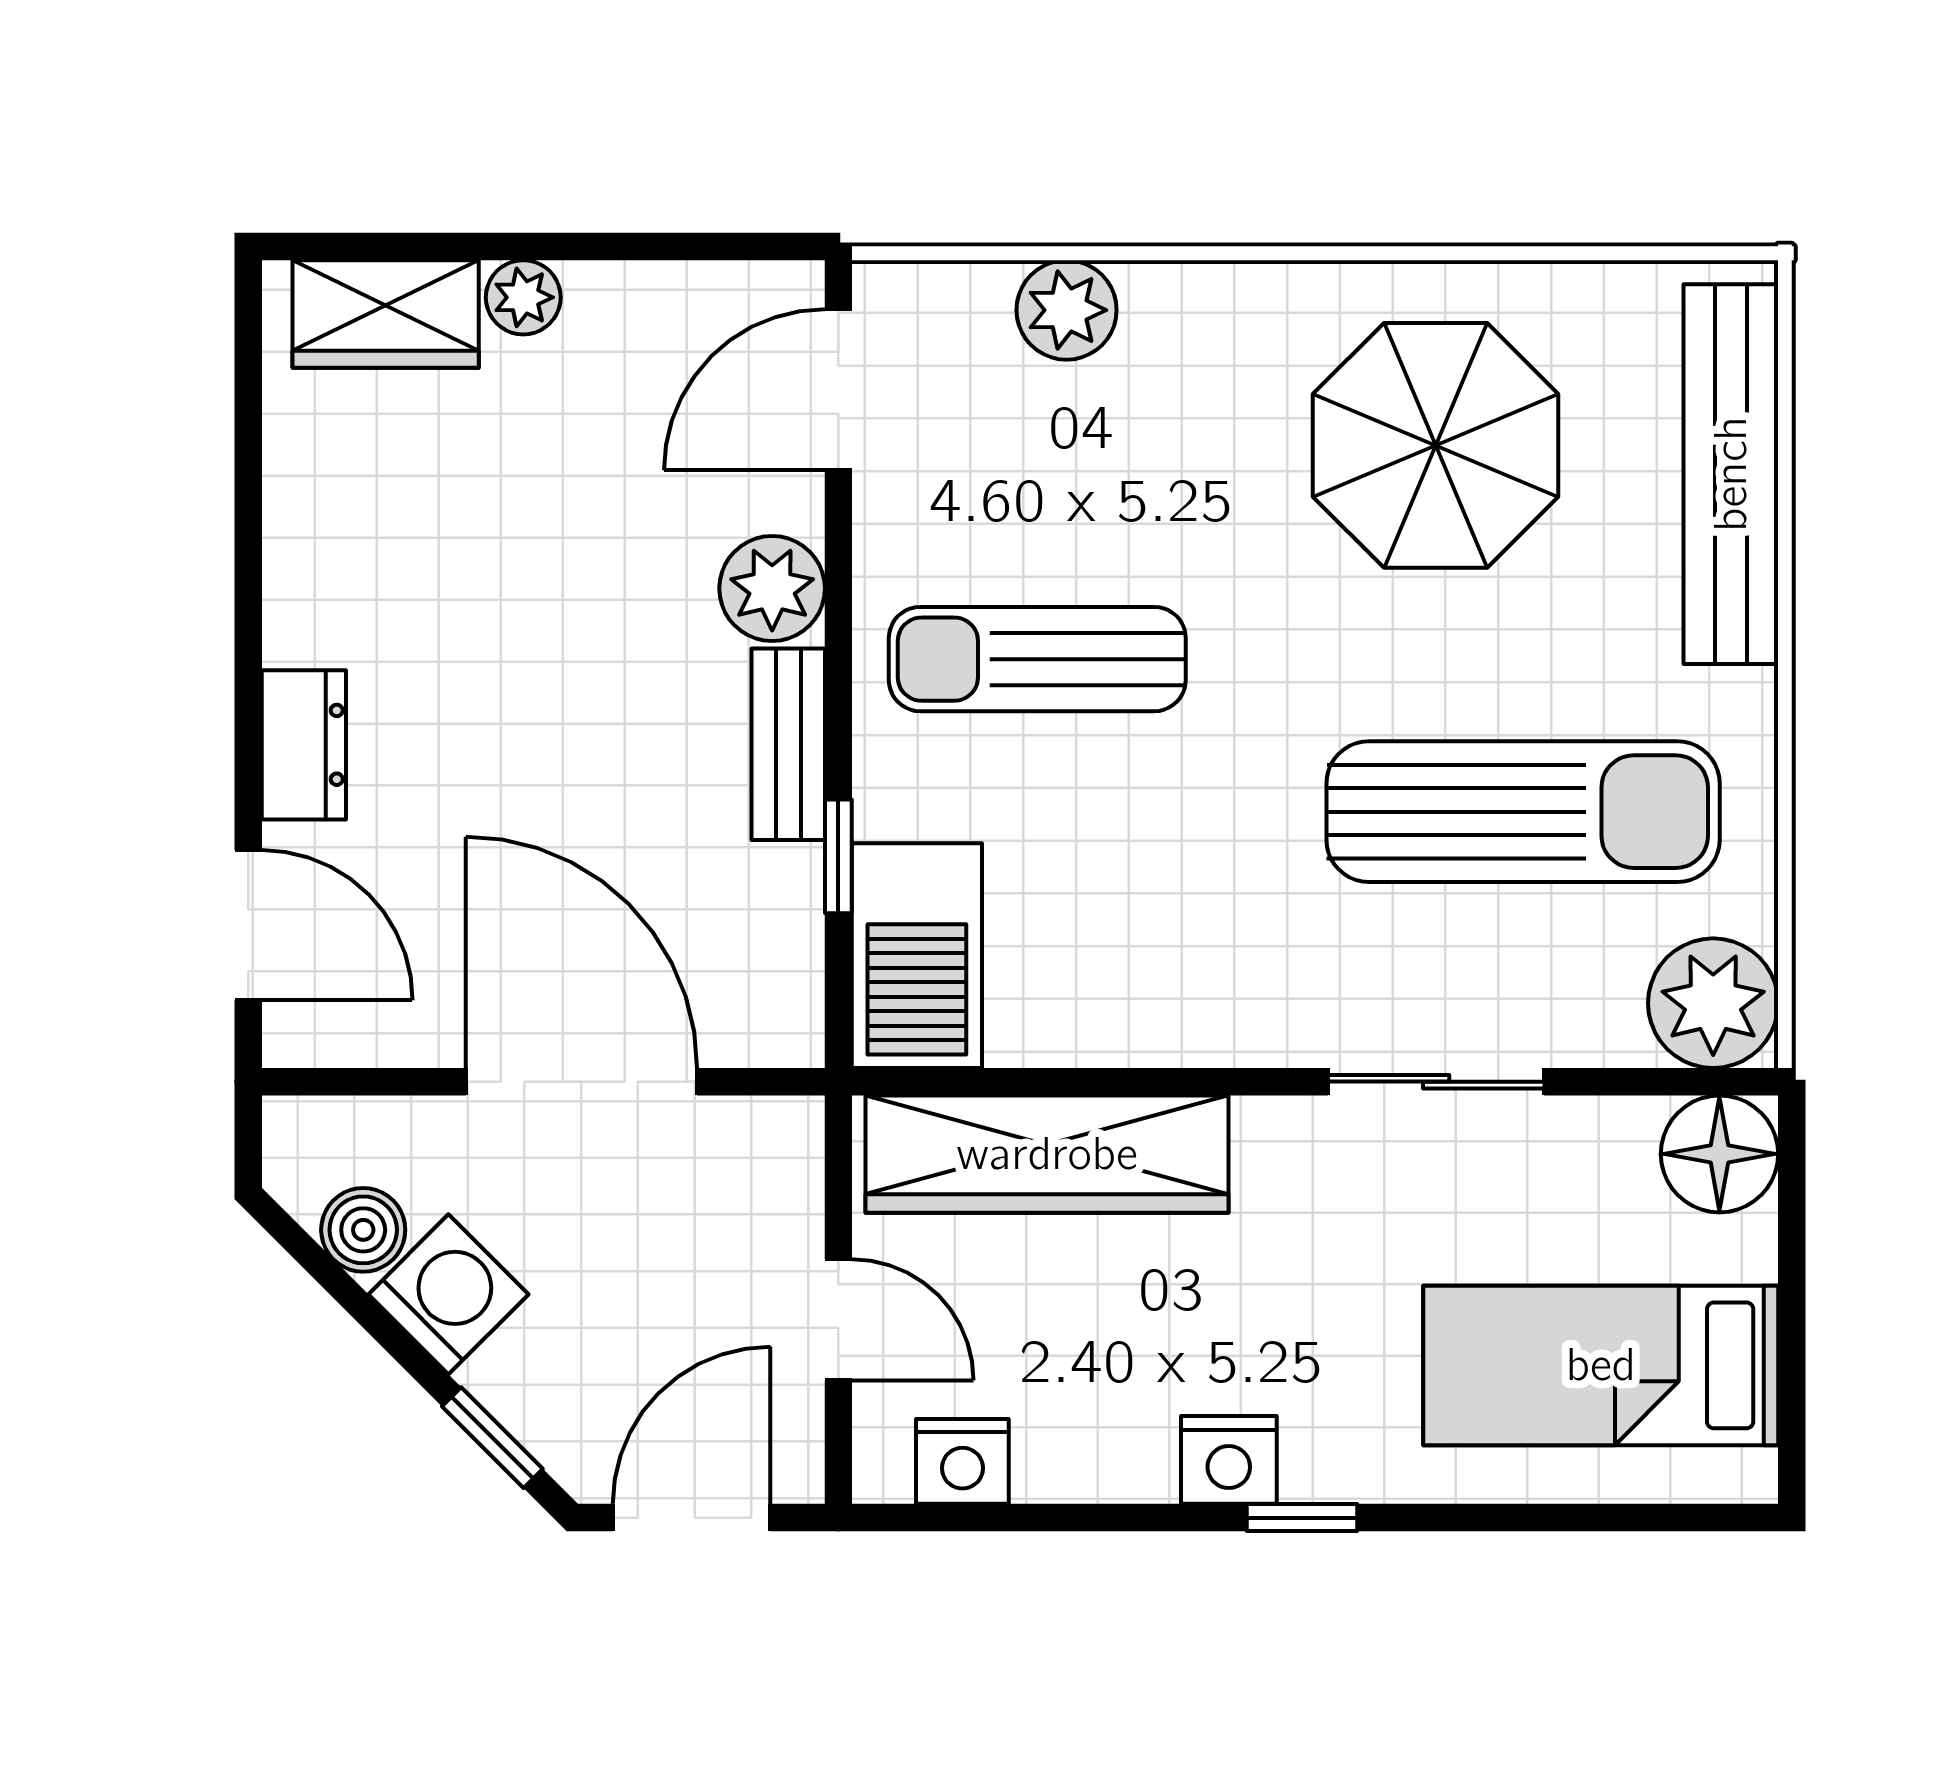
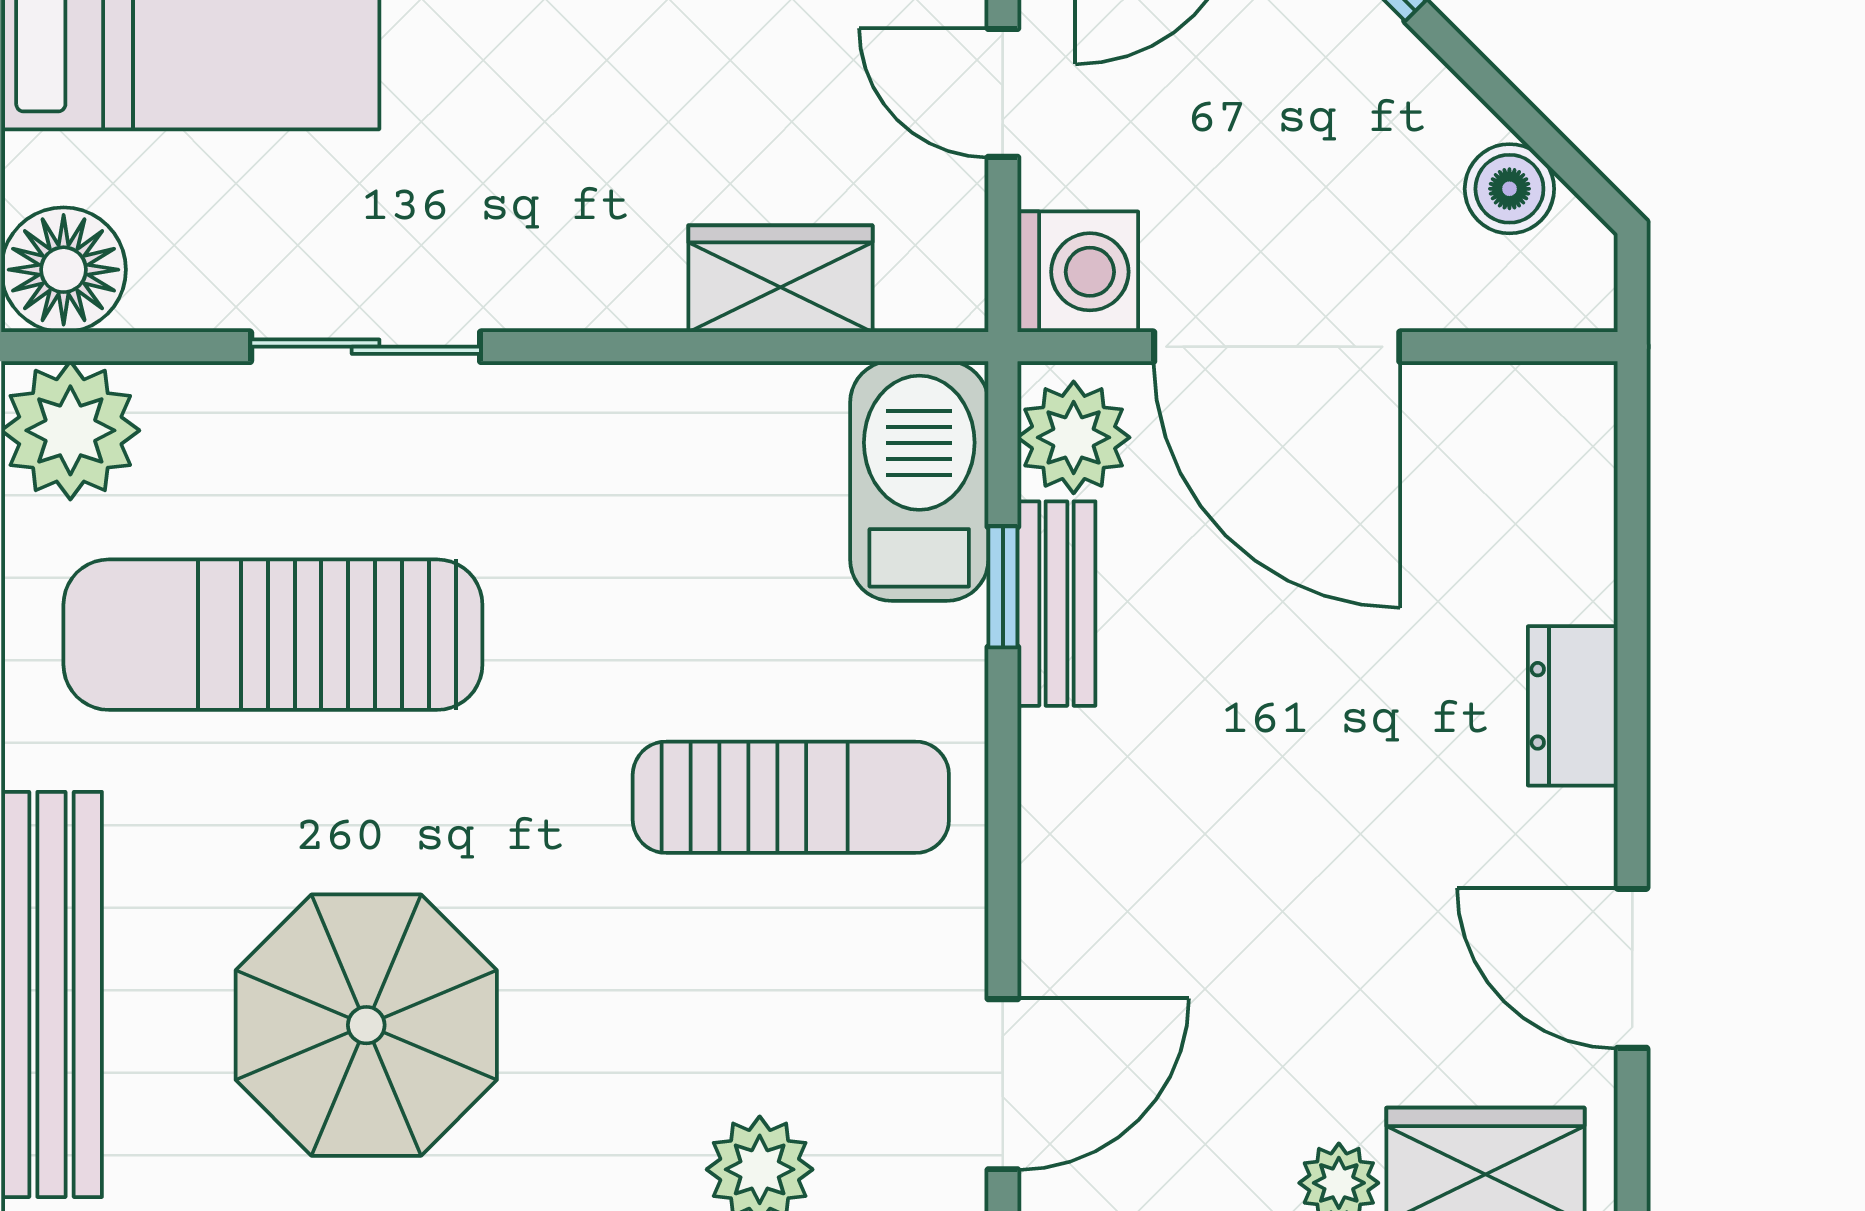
plant: (772, 588) -> (1074, 437), moved
bench: (788, 744) -> (1056, 604), moved
door: (248, 925) -> (1632, 968), moved
wardrobe: (1047, 1154) -> (780, 279), width x0.48, depth x0.85
washing machine: (448, 1294) -> (1078, 272), moved, turned -135

